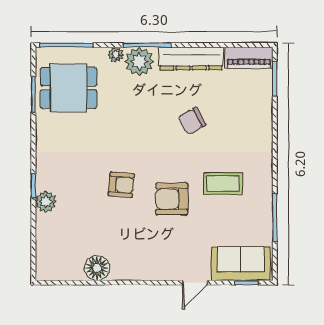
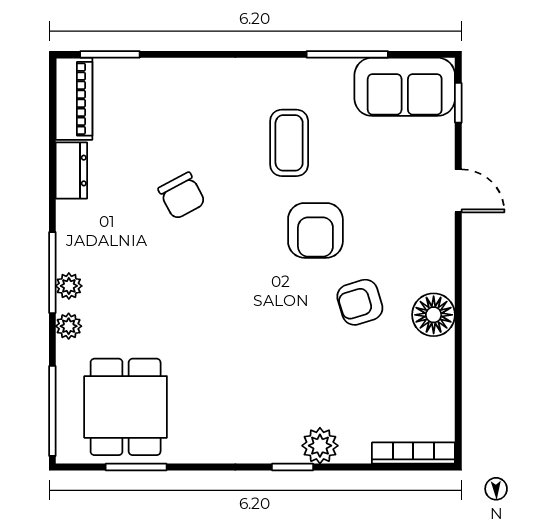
dresser: (191, 59) -> (71, 171), width x0.51, depth x0.80
plant: (139, 61) -> (69, 286), width x0.53, depth x0.53
armchair: (121, 185) -> (360, 302), moved, turned -112
bookcase: (42, 256) -> (413, 453), added
sofa: (241, 264) -> (405, 87), moved, turned -90
floor lamp: (97, 268) -> (434, 315), moved

